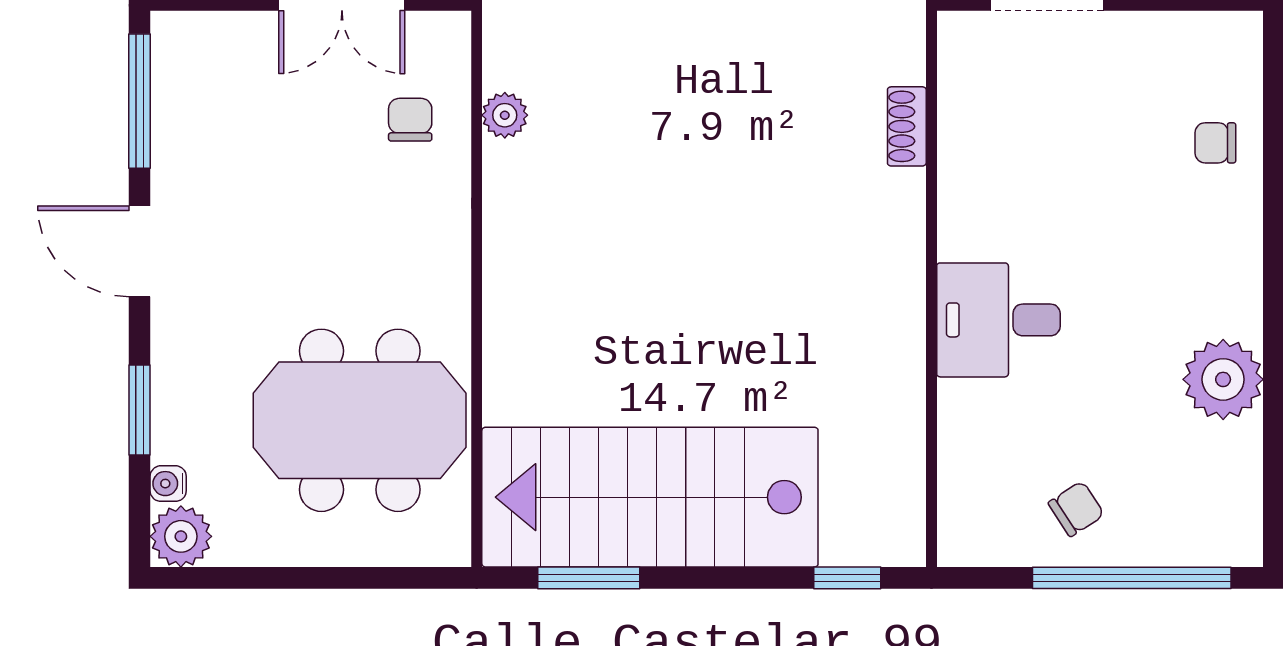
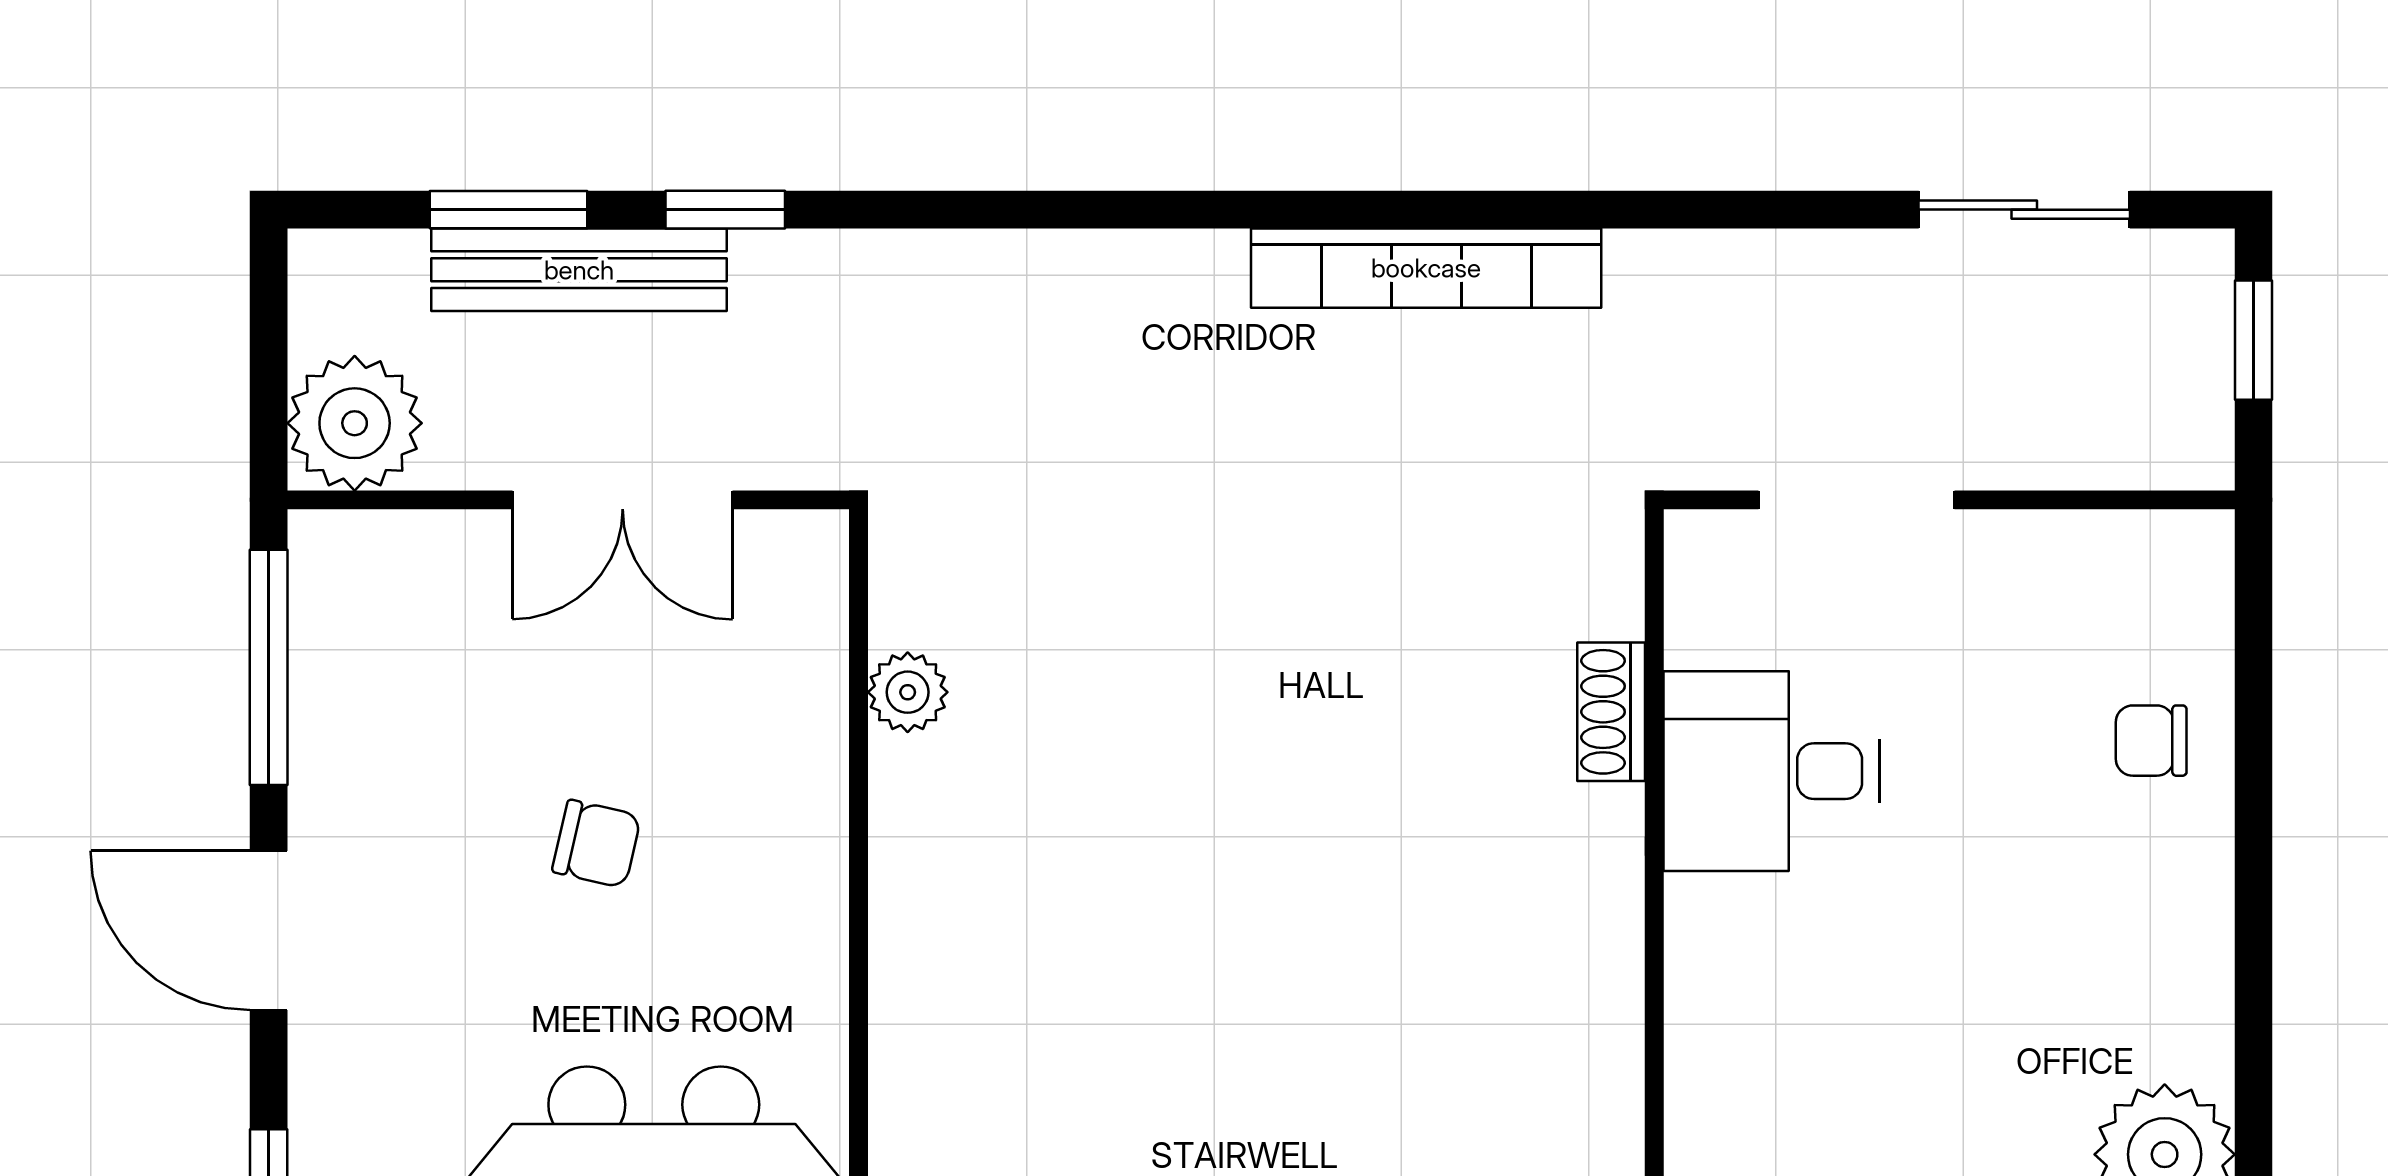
chair: (410, 120) -> (596, 844), moved, turned 103
desk: (998, 320) -> (1771, 771), moved

